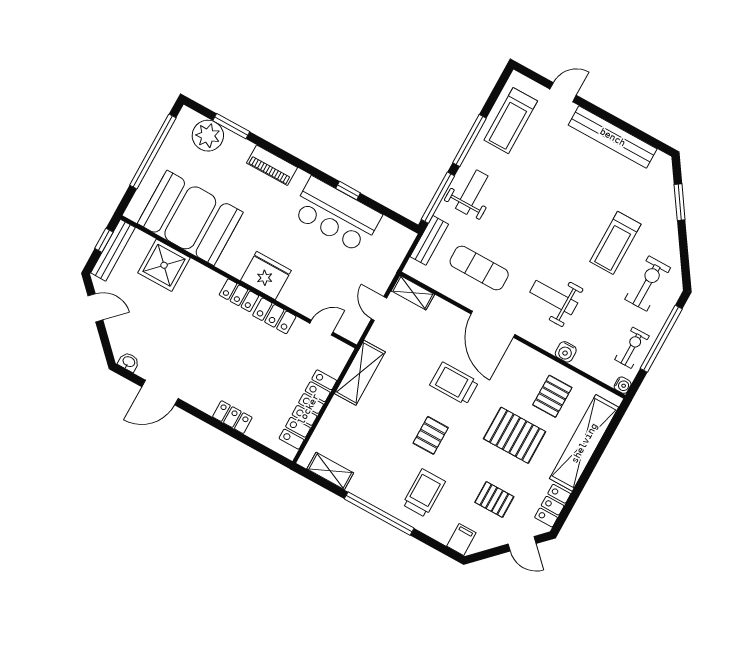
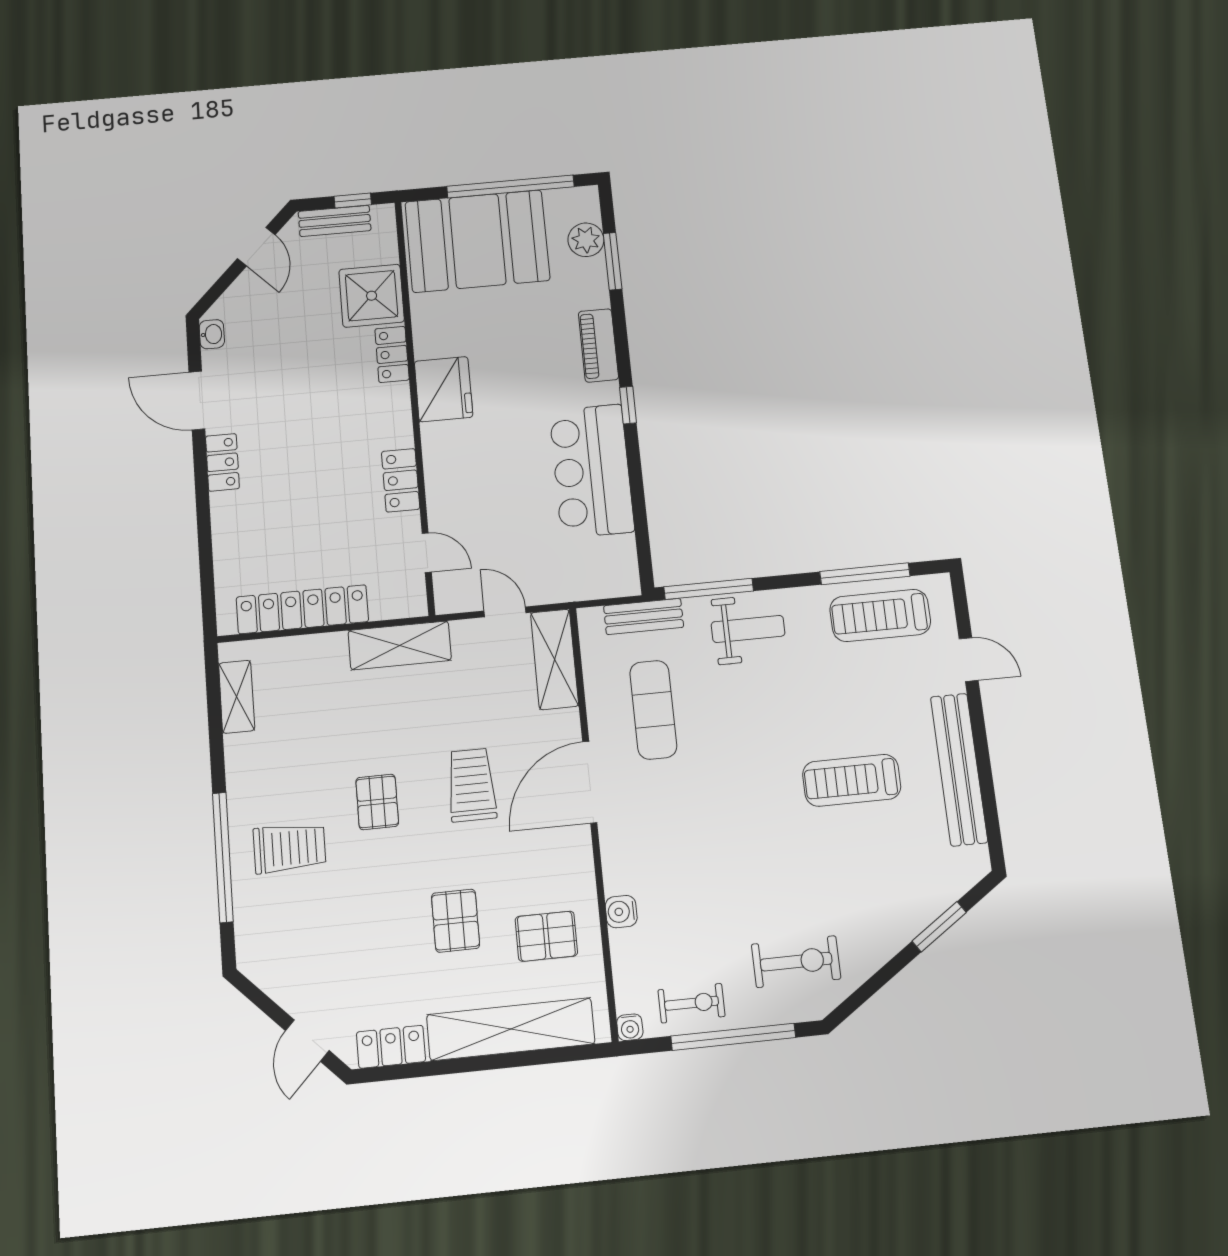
plant: (208, 136) -> (586, 240), width x0.73, depth x0.73
window: (469, 140) -> (865, 574), moved
window: (348, 191) -> (628, 405), moved
booth: (190, 218) -> (477, 241), moved, turned 90
treadmill: (615, 243) -> (852, 780), moved
bench: (113, 250) -> (335, 221), width x0.73
fridge: (266, 275) -> (444, 389), moved
shelving: (413, 293) -> (554, 659), width x1.50, depth x1.33
locker: (239, 295) -> (392, 354), moved
weight bench: (554, 298) -> (684, 841), removed
door: (379, 309) -> (505, 612), hinge flipped
locker: (232, 417) -> (222, 462), moved
pallet: (431, 435) -> (377, 802), turned 90
pallet: (515, 435) -> (456, 921), width x0.67, depth x0.71
pallet: (494, 499) -> (345, 955), removed
window: (379, 514) -> (223, 857), moved
filing cabinet: (461, 539) -> (257, 947), removed

